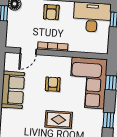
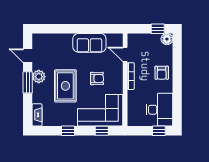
armchair: (51, 12) -> (162, 73), turned -90
rug: (59, 120) -> (65, 86), width x1.36, depth x1.43

